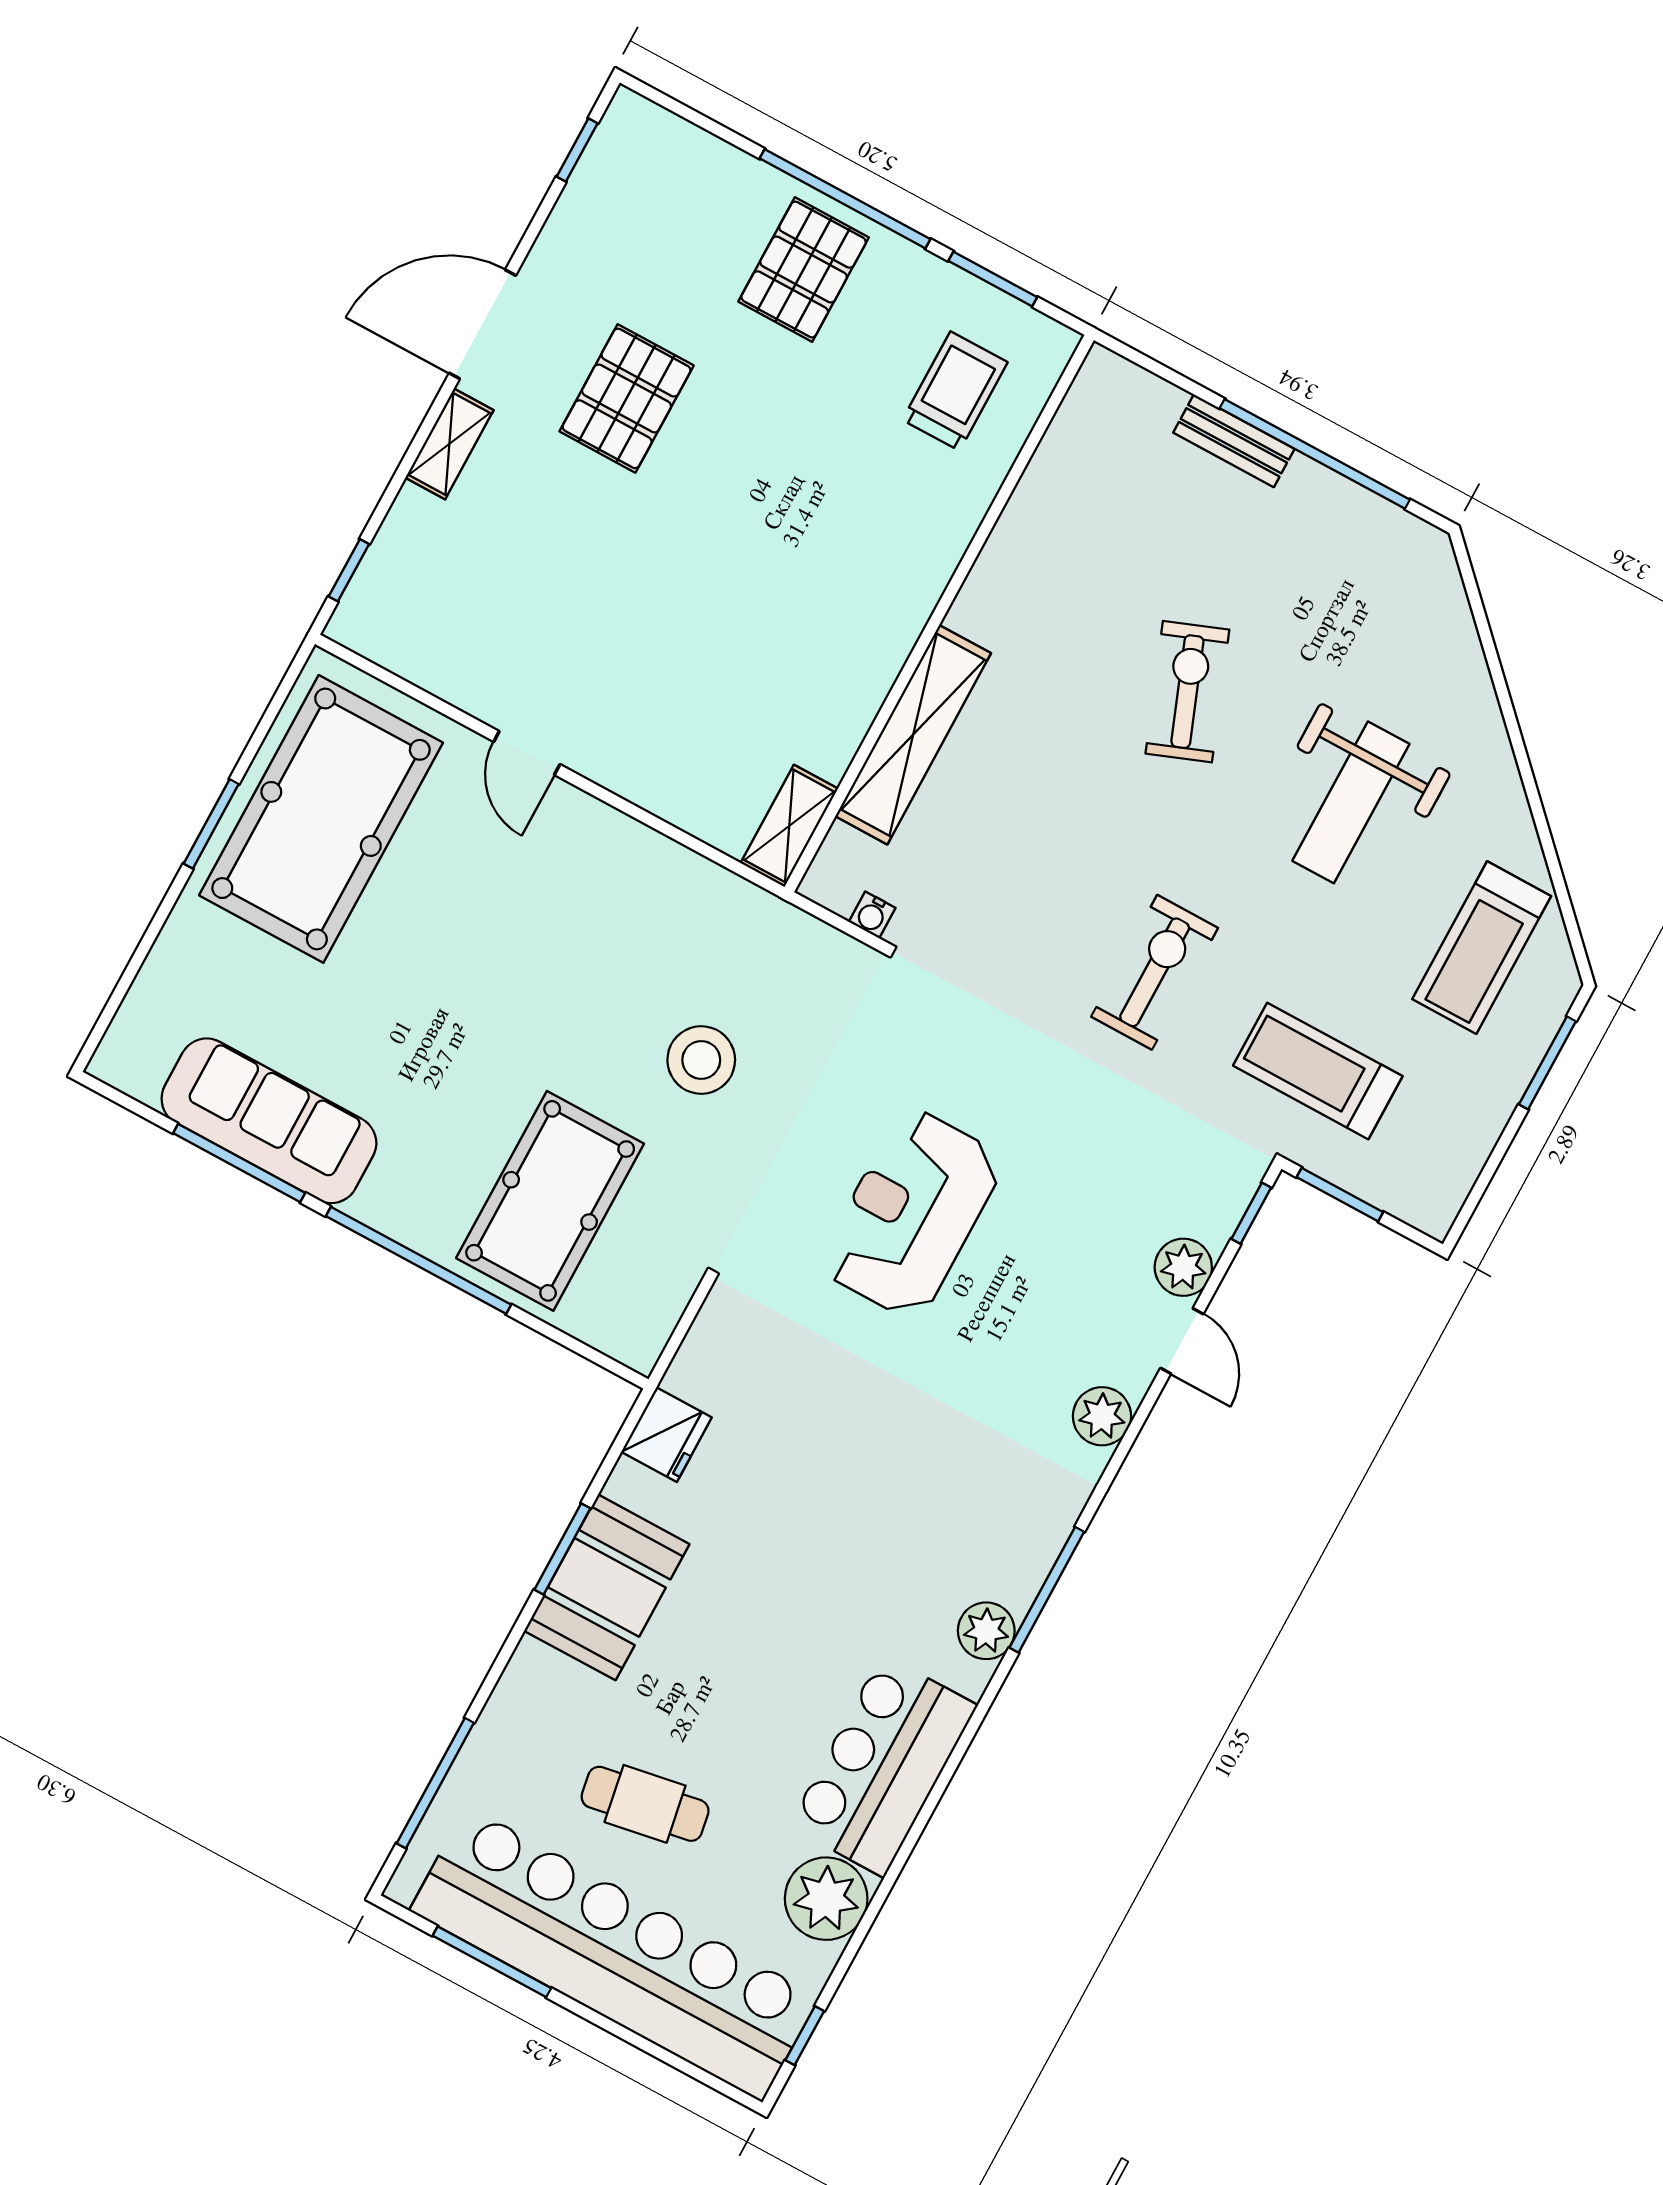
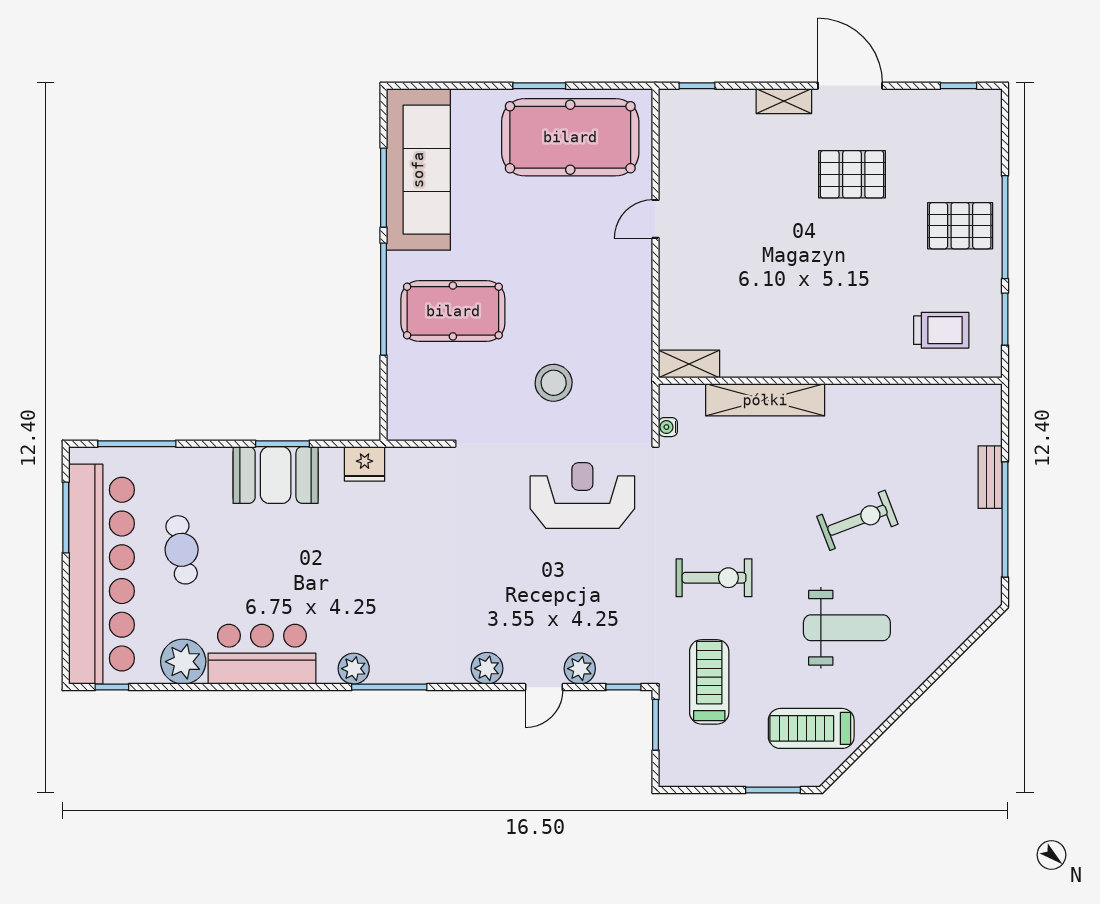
weight bench: (1351, 802) -> (847, 628), turned 180
sofa: (269, 1121) -> (418, 170), width x1.36, depth x1.27
pool table: (550, 1201) -> (453, 311), moved
reception desk: (911, 1213) -> (582, 496), moved

